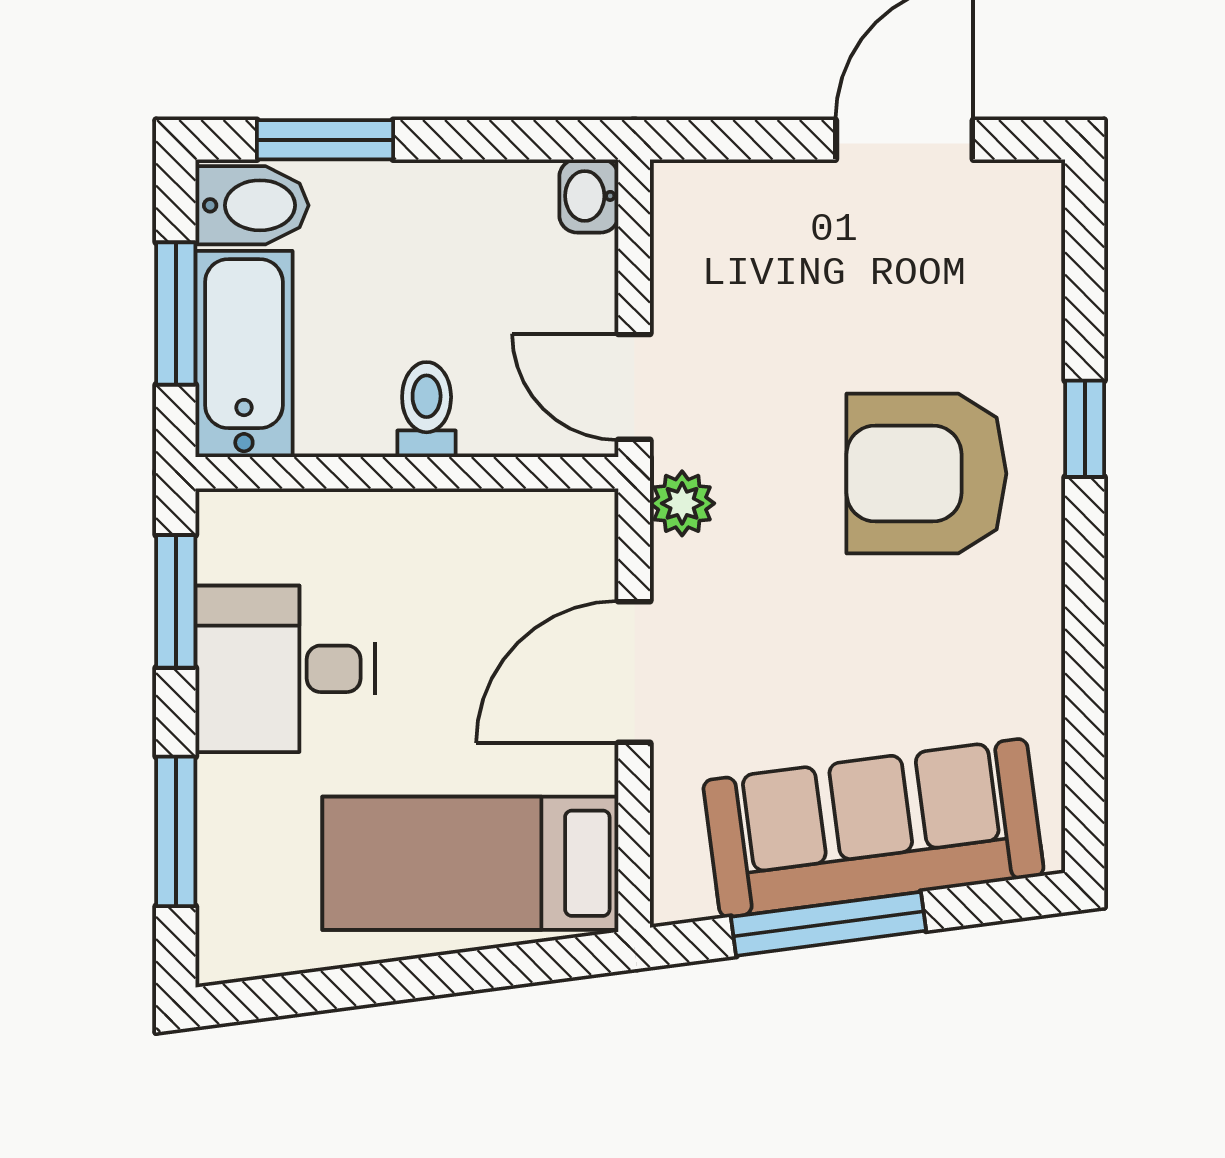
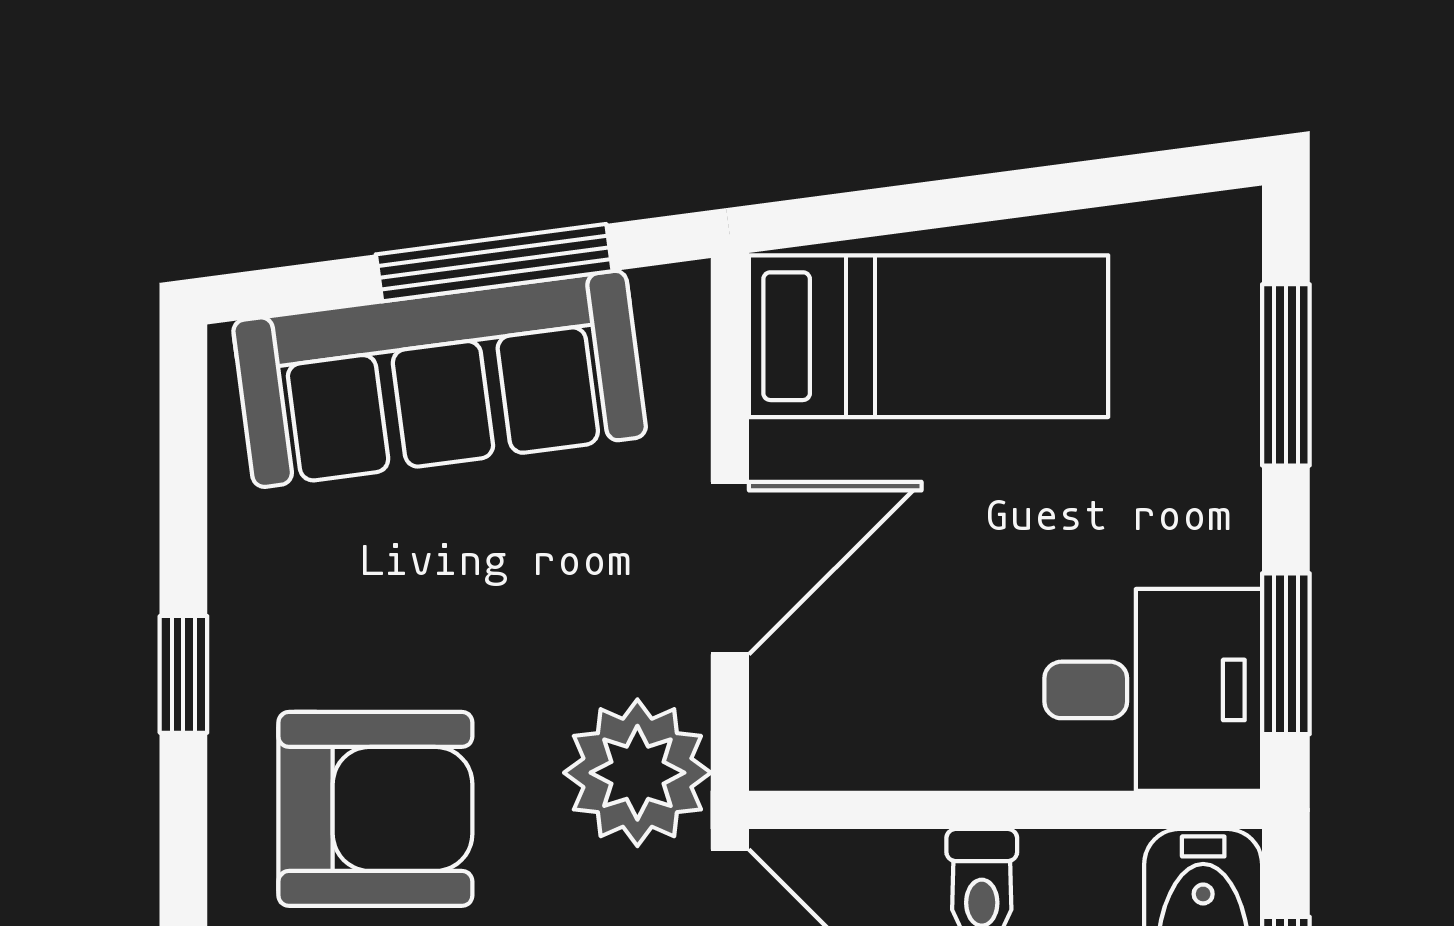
window: (1085, 429) -> (183, 674), moved
plant: (682, 503) -> (637, 773), width x1.87, depth x1.87
desk: (285, 669) -> (1153, 690), moved

